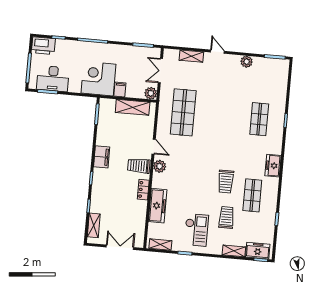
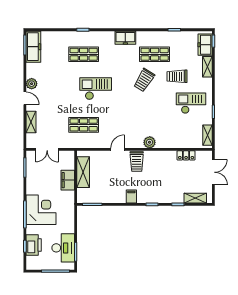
printer: (43, 46) -> (34, 245), moved
door: (217, 52) -> (25, 98), swing flipped
plant: (247, 62) -> (32, 84), moved
corner desk: (98, 79) -> (41, 210), moved, turned 180
filing cabinet: (120, 90) -> (68, 180), width x2.00
plant: (151, 93) -> (69, 156), removed
shop shelf: (183, 112) -> (84, 125), width x0.70, depth x0.74
checkout: (221, 129) -> (96, 89), added
filing cabinet: (102, 157) -> (131, 197), width x0.50
plant: (160, 166) -> (150, 142), moved
trolley: (226, 182) -> (144, 80), turned 122
locker: (143, 190) -> (186, 155), moved
freezer: (158, 206) -> (33, 47), moved, turned 90
double door: (120, 247) -> (213, 172), swing flipped

